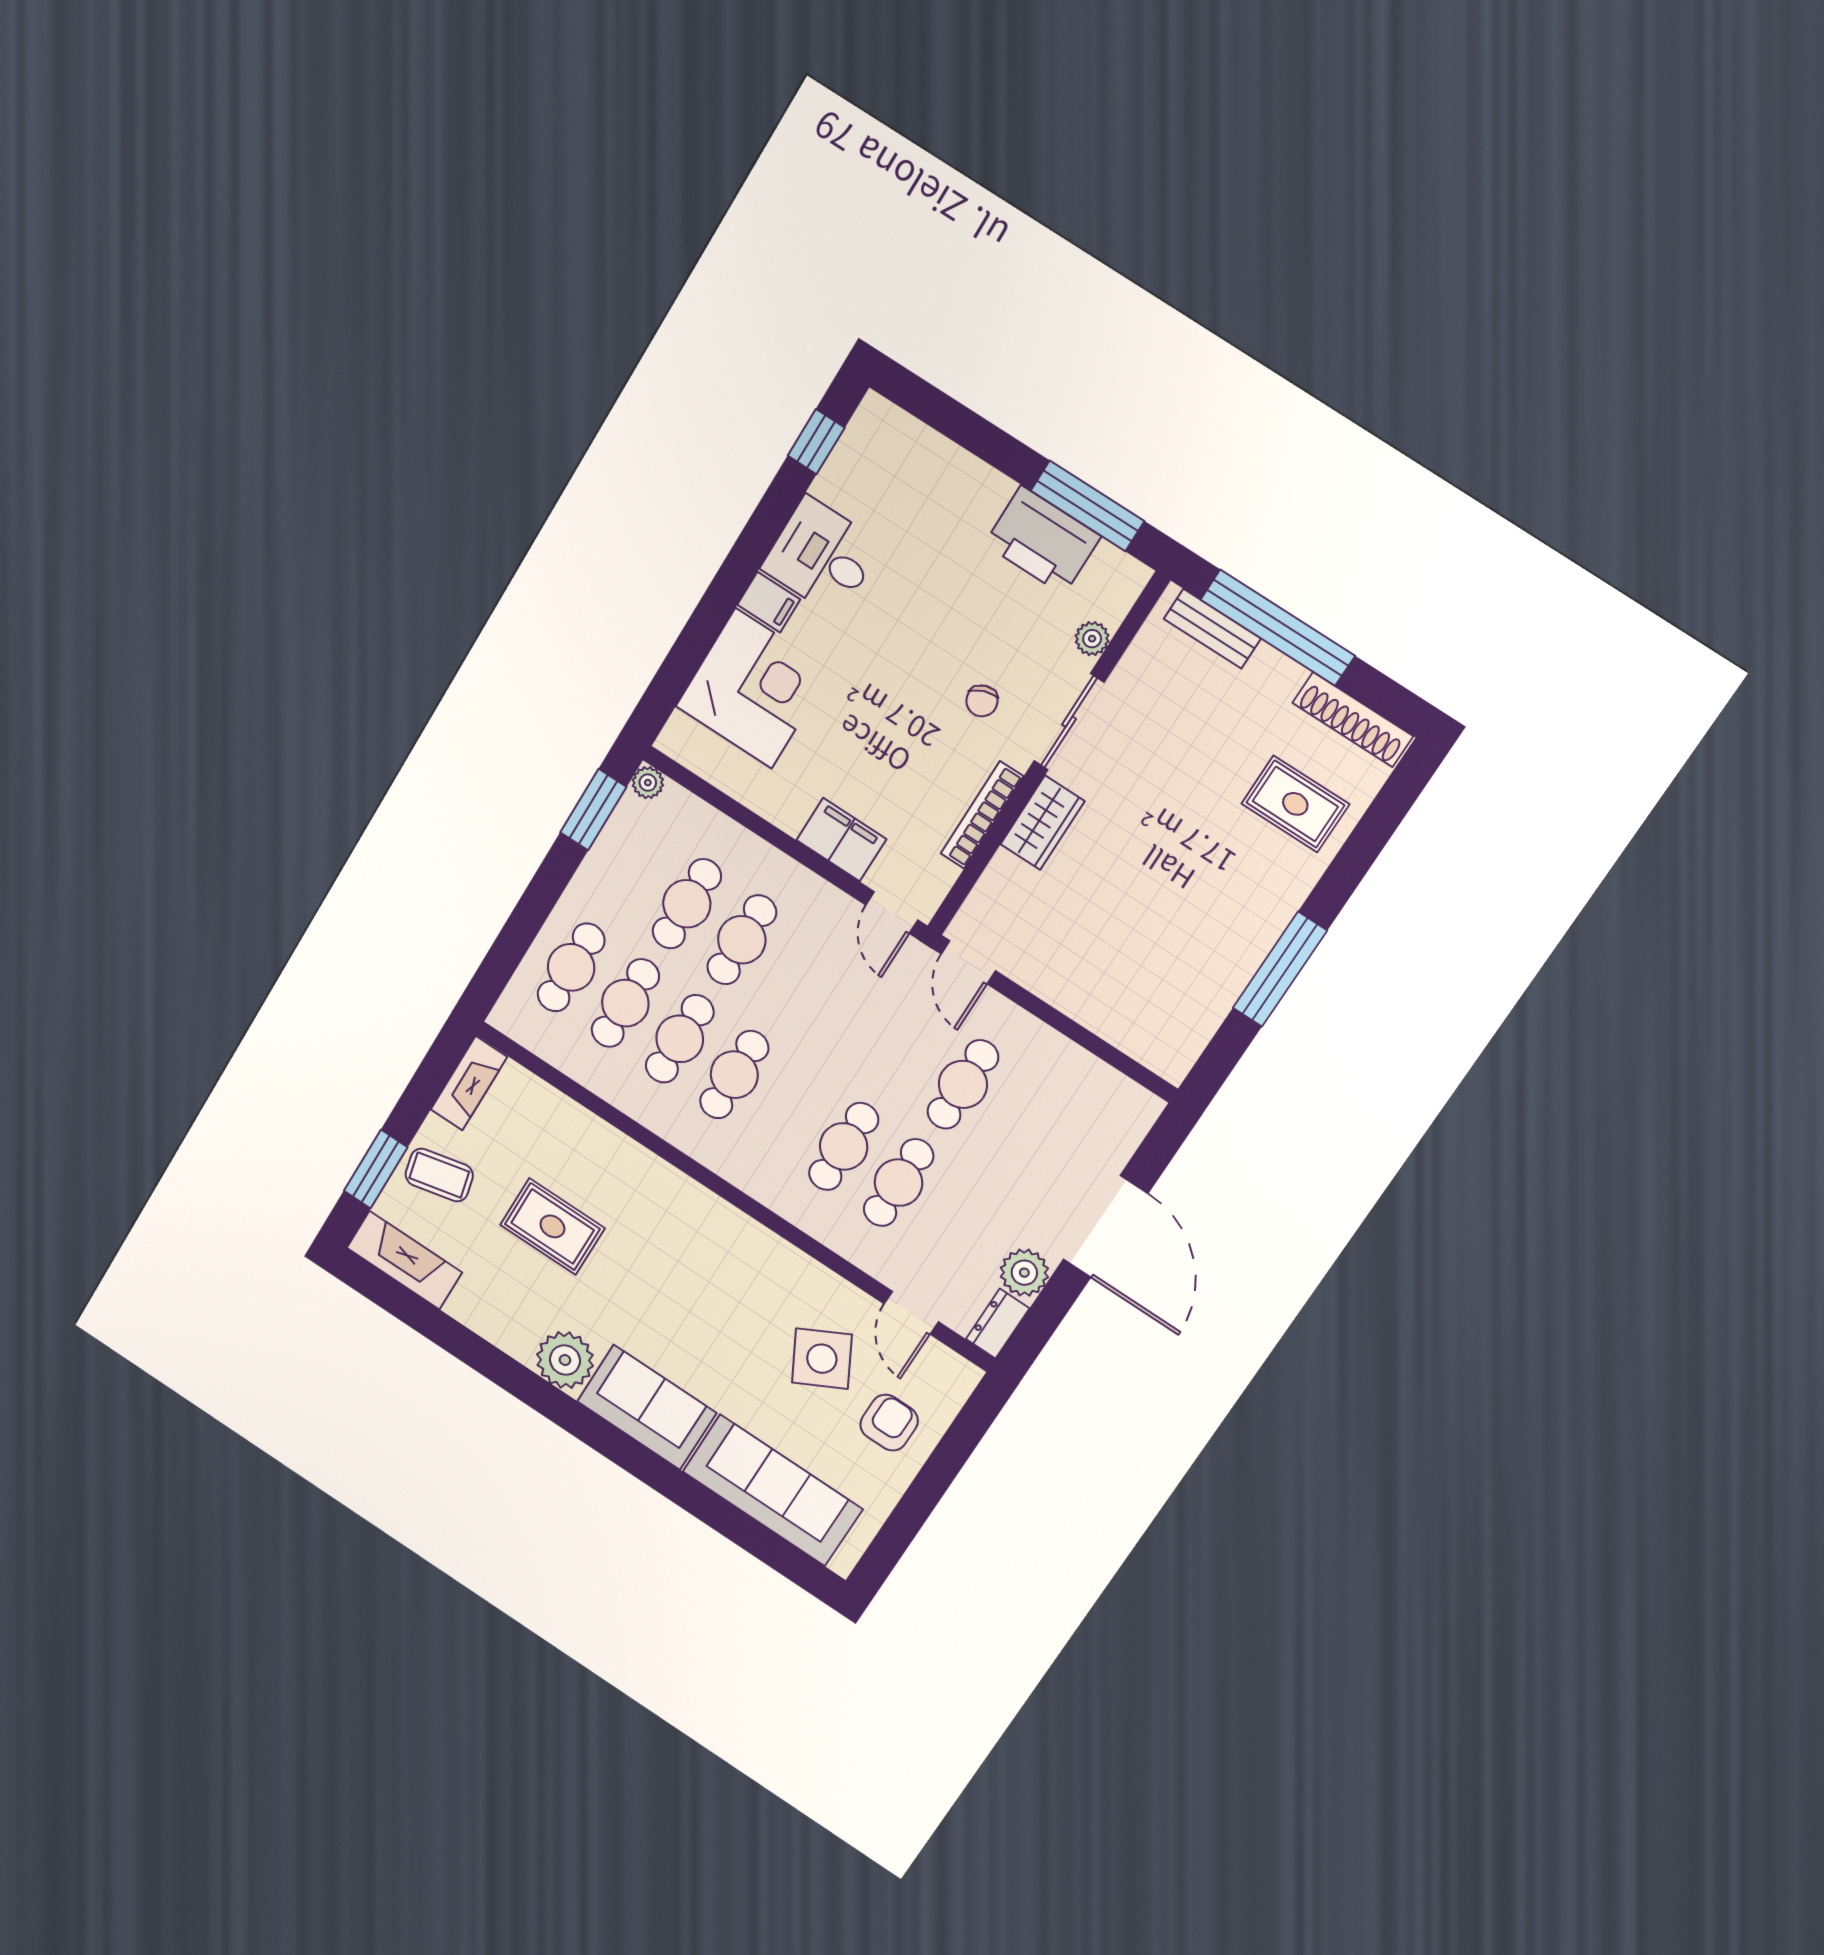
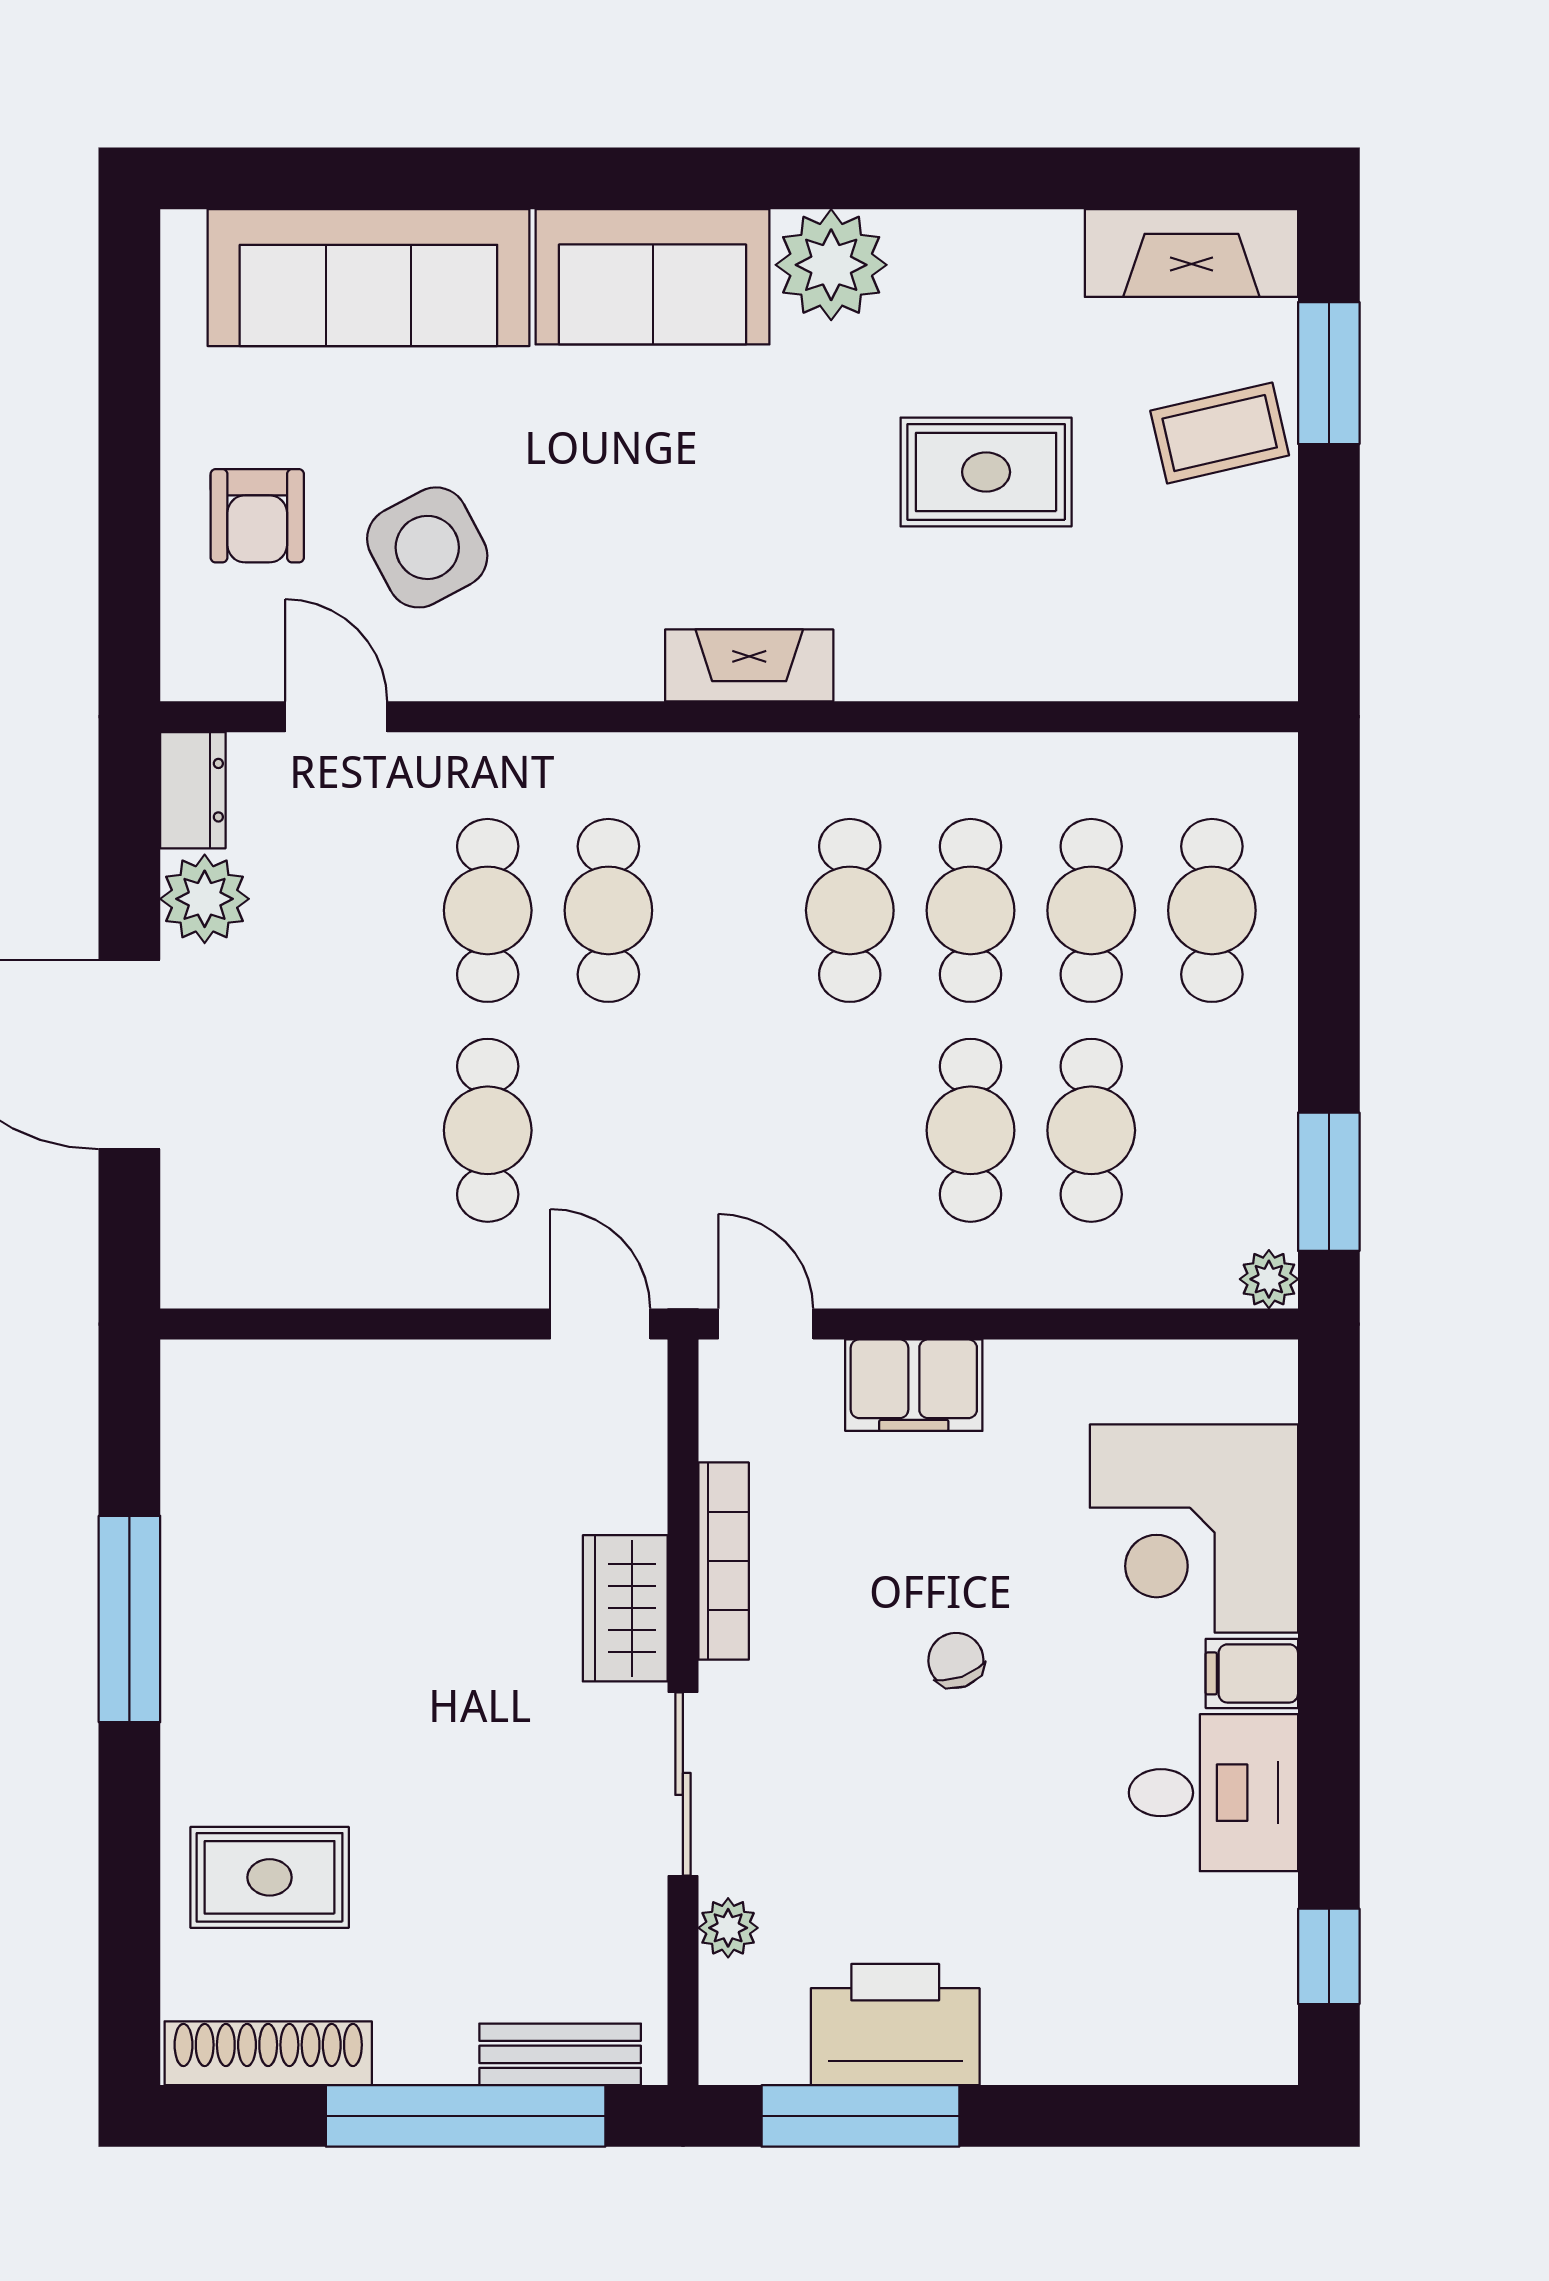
chair: (982, 701) -> (956, 1660), moved
fireplace: (469, 1083) -> (749, 665), moved, turned 90

